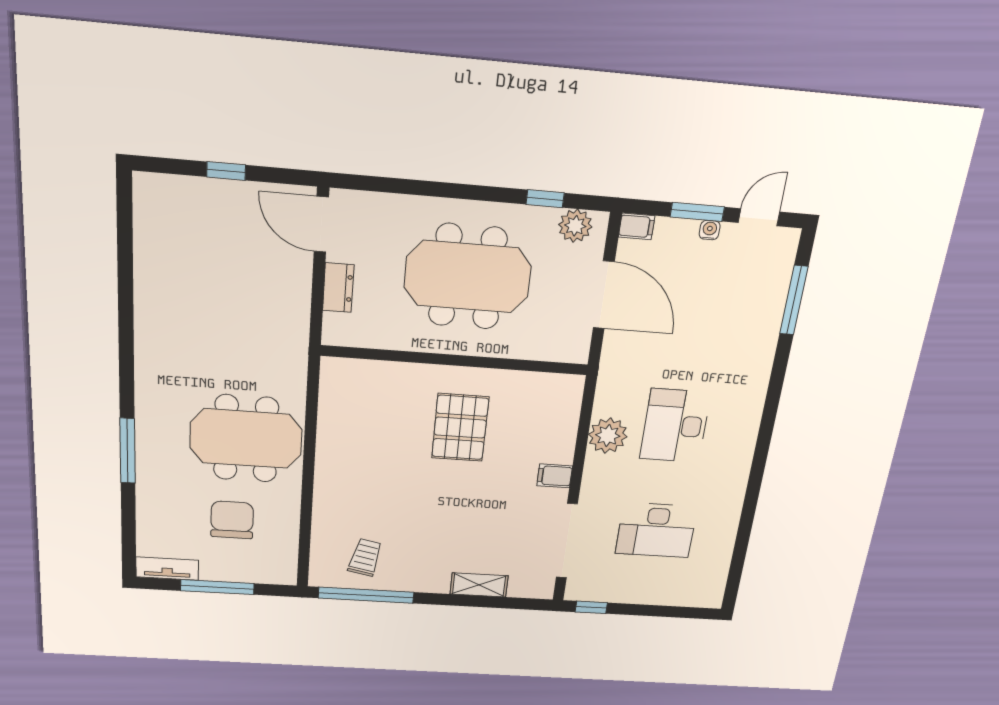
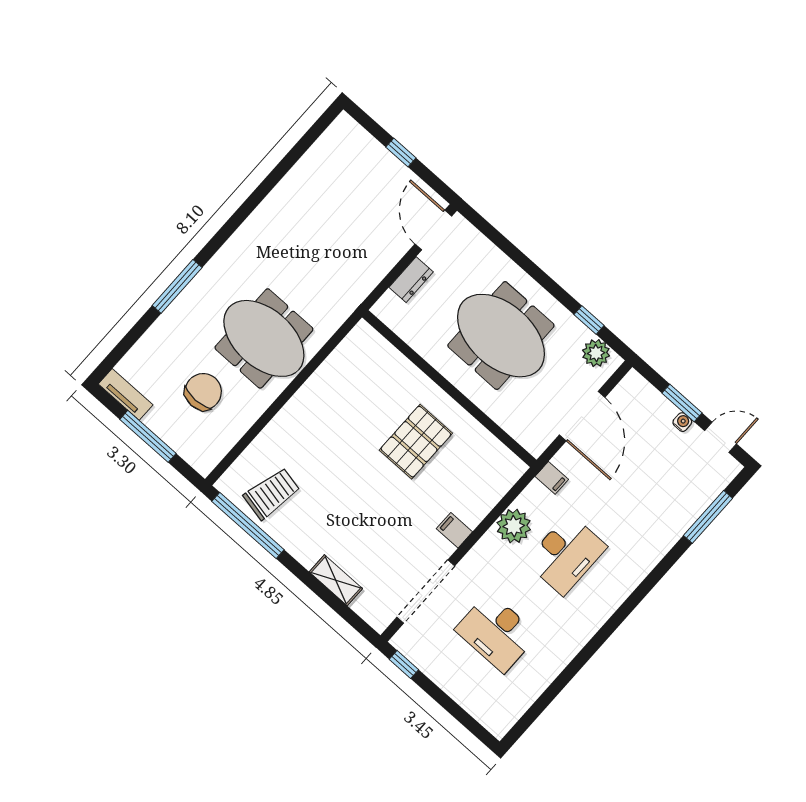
filing cabinet: (637, 226) -> (552, 478), moved
desk: (675, 426) -> (566, 554), turned 180
trolley: (365, 557) -> (272, 494), width x1.36, depth x1.39

